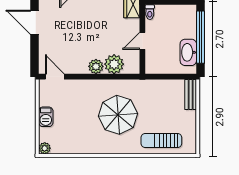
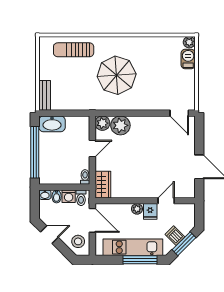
washbasin: (188, 52) -> (52, 124), moved, turned 90
plant: (96, 66) -> (102, 123), moved
barbecue: (46, 117) -> (188, 59), moved
sun lounger: (161, 141) -> (74, 50), turned 180

